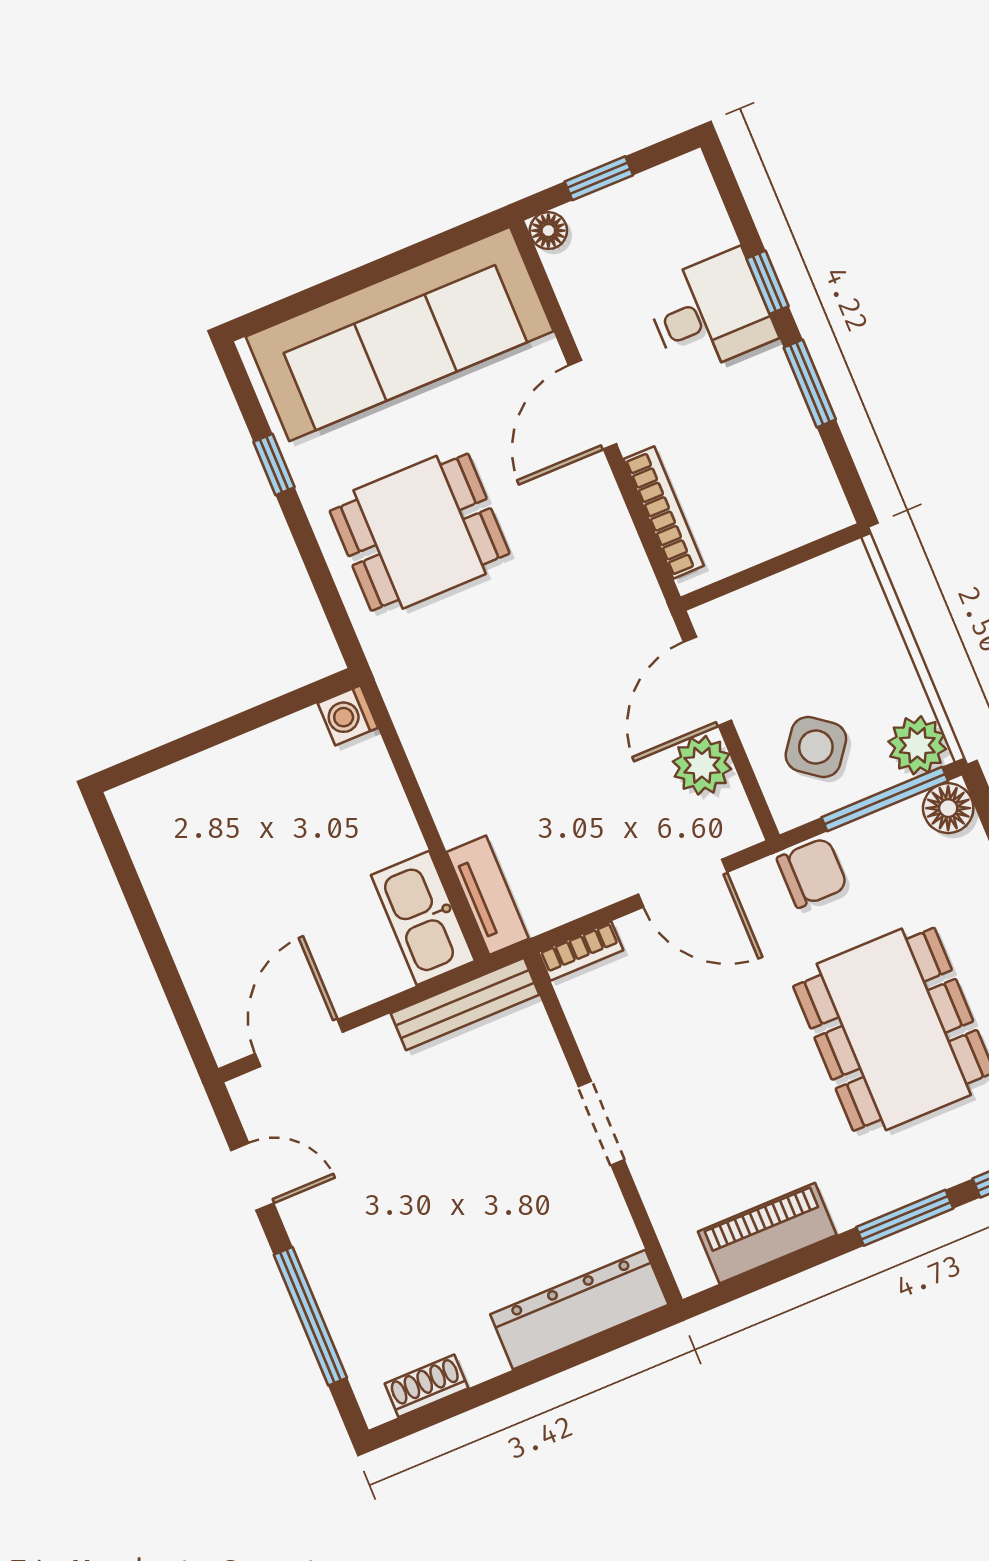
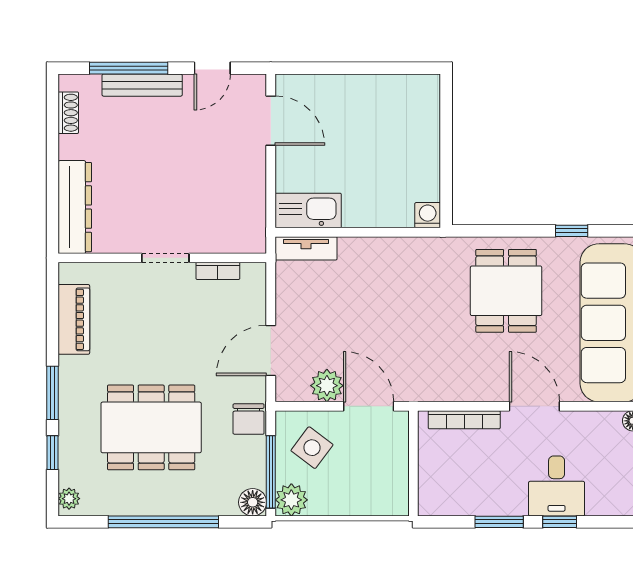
bookcase: (581, 951) -> (218, 271), moved, turned -90
bench: (465, 1004) -> (142, 85), moved, turned 90

